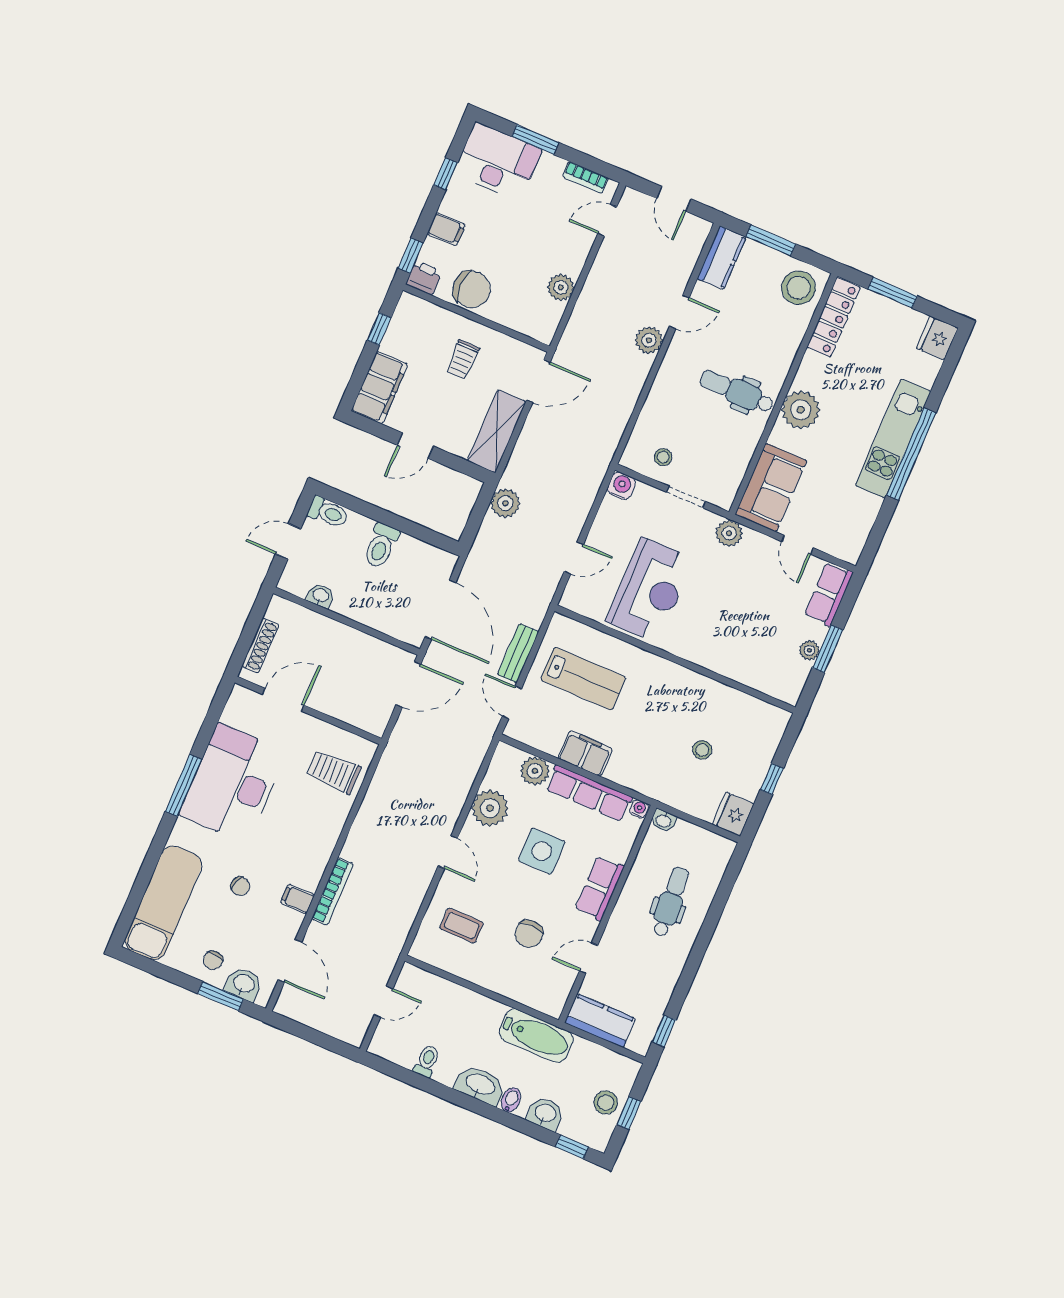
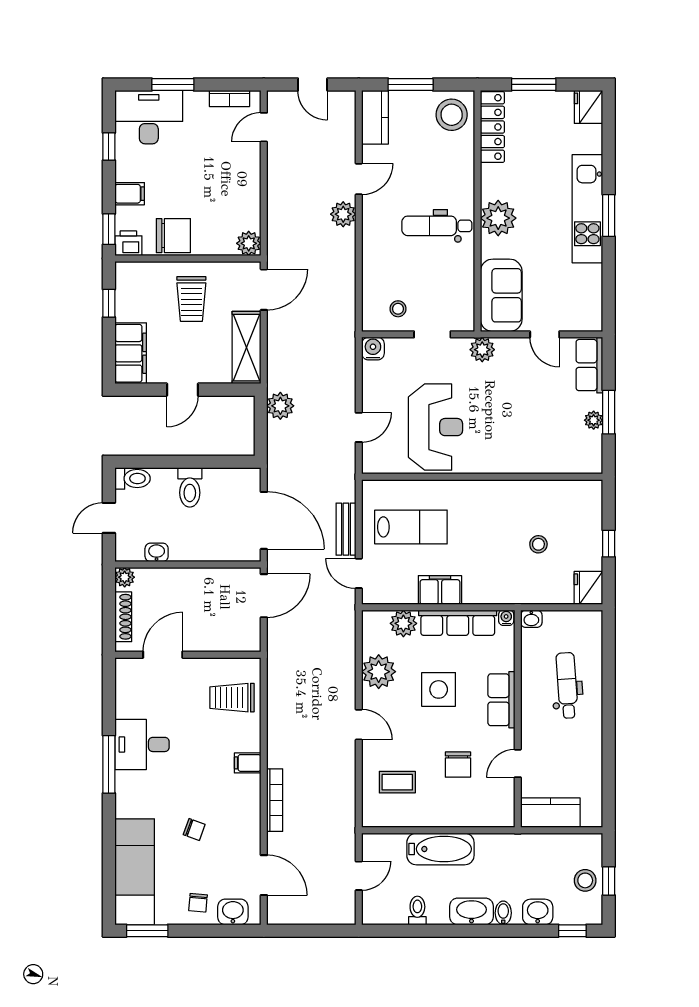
plant: (561, 287) -> (249, 243), moved
trolley: (463, 360) -> (191, 299), width x1.36, depth x1.39
window: (911, 454) -> (609, 215), width x0.47
plant: (279, 607) -> (125, 577), added
desk: (233, 783) -> (142, 744), width x0.53, depth x0.77
filing cabinet: (297, 899) -> (248, 763), moved
window: (221, 996) -> (147, 931), moved
window: (664, 1031) -> (609, 798), removed
bathtub: (536, 1036) -> (440, 849), moved

